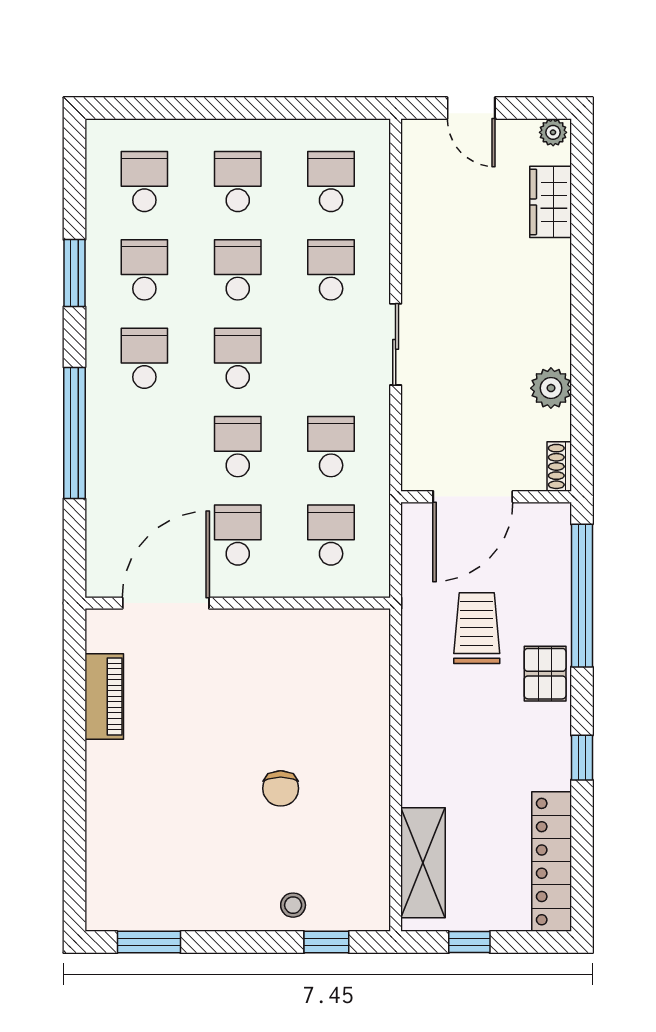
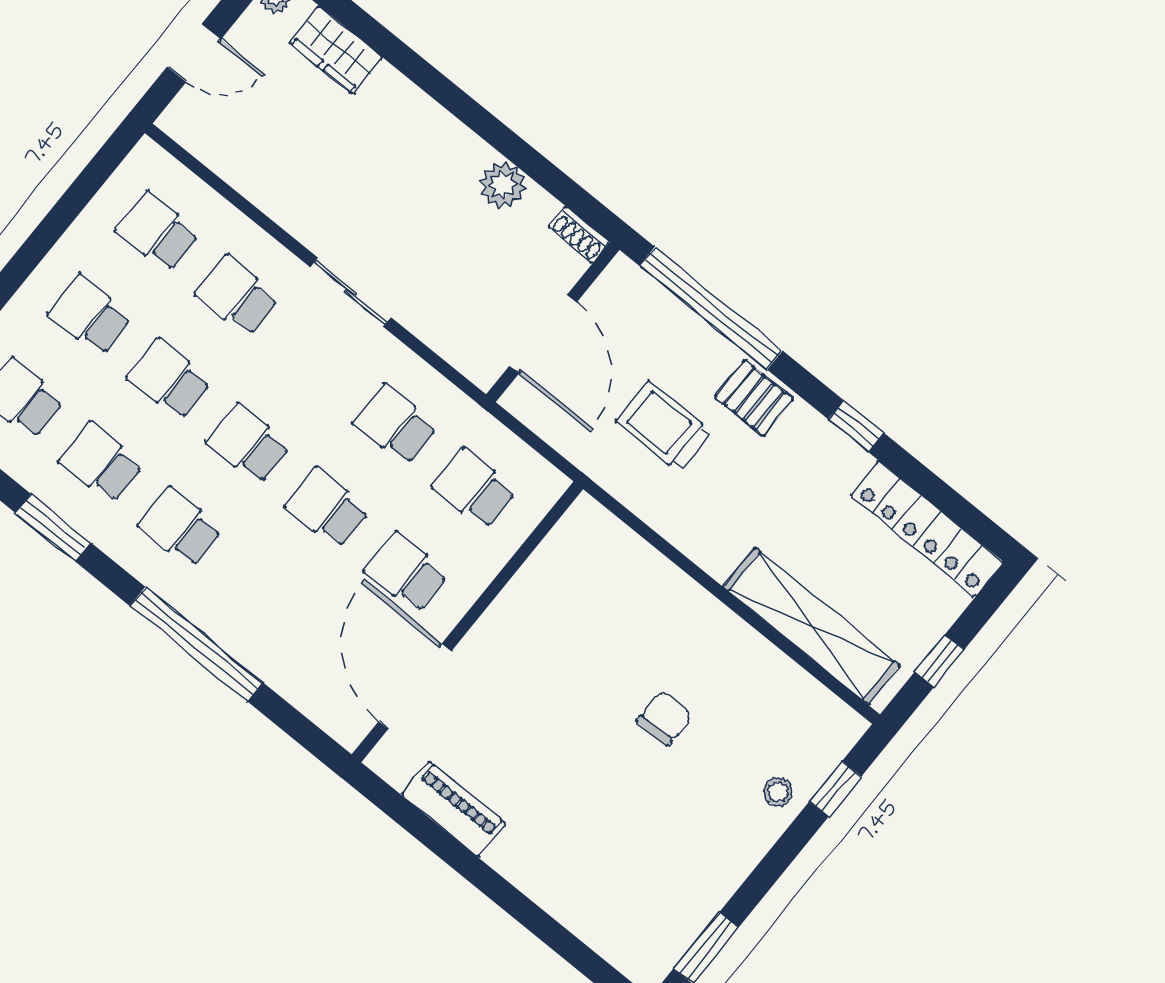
chair: (281, 788) -> (664, 718), turned -90
shelving: (423, 863) -> (811, 626), width x1.47

